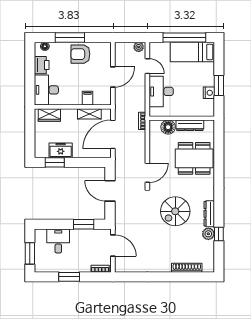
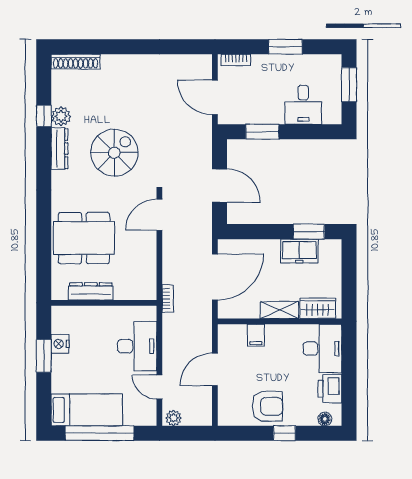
window: (70, 37) -> (284, 433), width x0.46
shelving: (89, 114) -> (279, 310), moved
floor lamp: (168, 127) -> (126, 289), removed
shoe rack: (187, 268) -> (76, 62), moved

